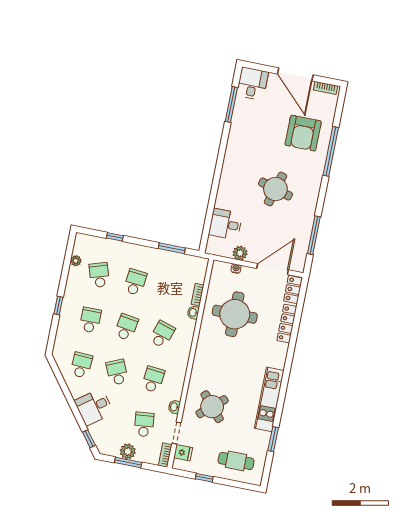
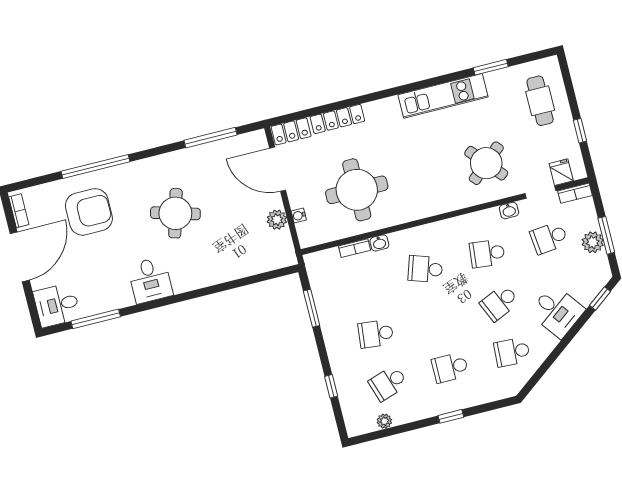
desk: (225, 224) -> (150, 280), moved
school desk: (126, 327) -> (438, 318), removed

